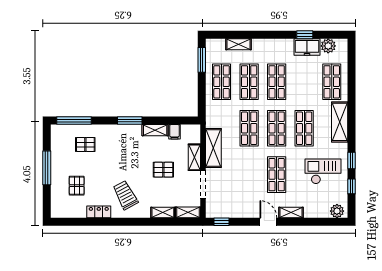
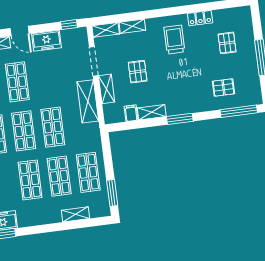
pallet: (163, 170) -> (138, 72), turned 90
trolley: (125, 195) -> (174, 40), turned -152
freezer: (244, 209) -> (47, 41), added

